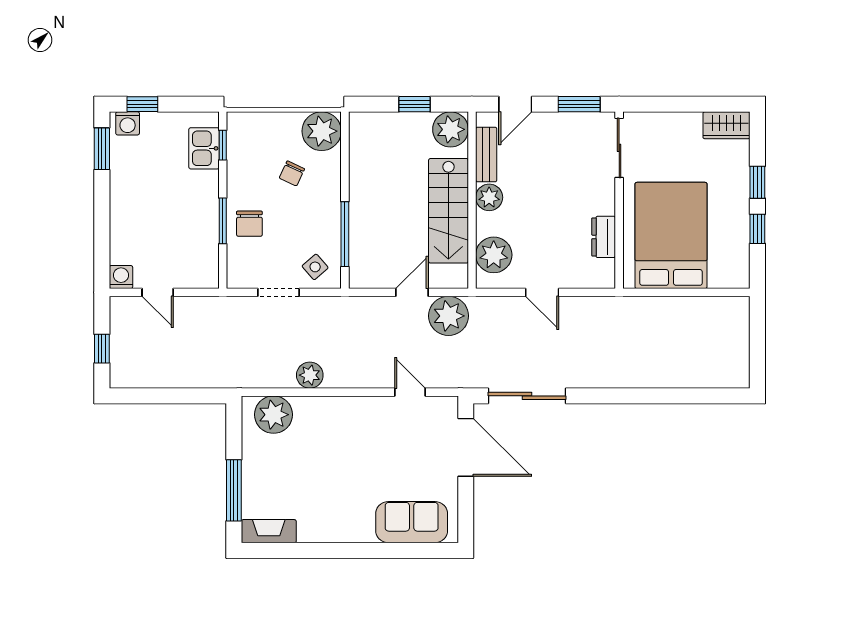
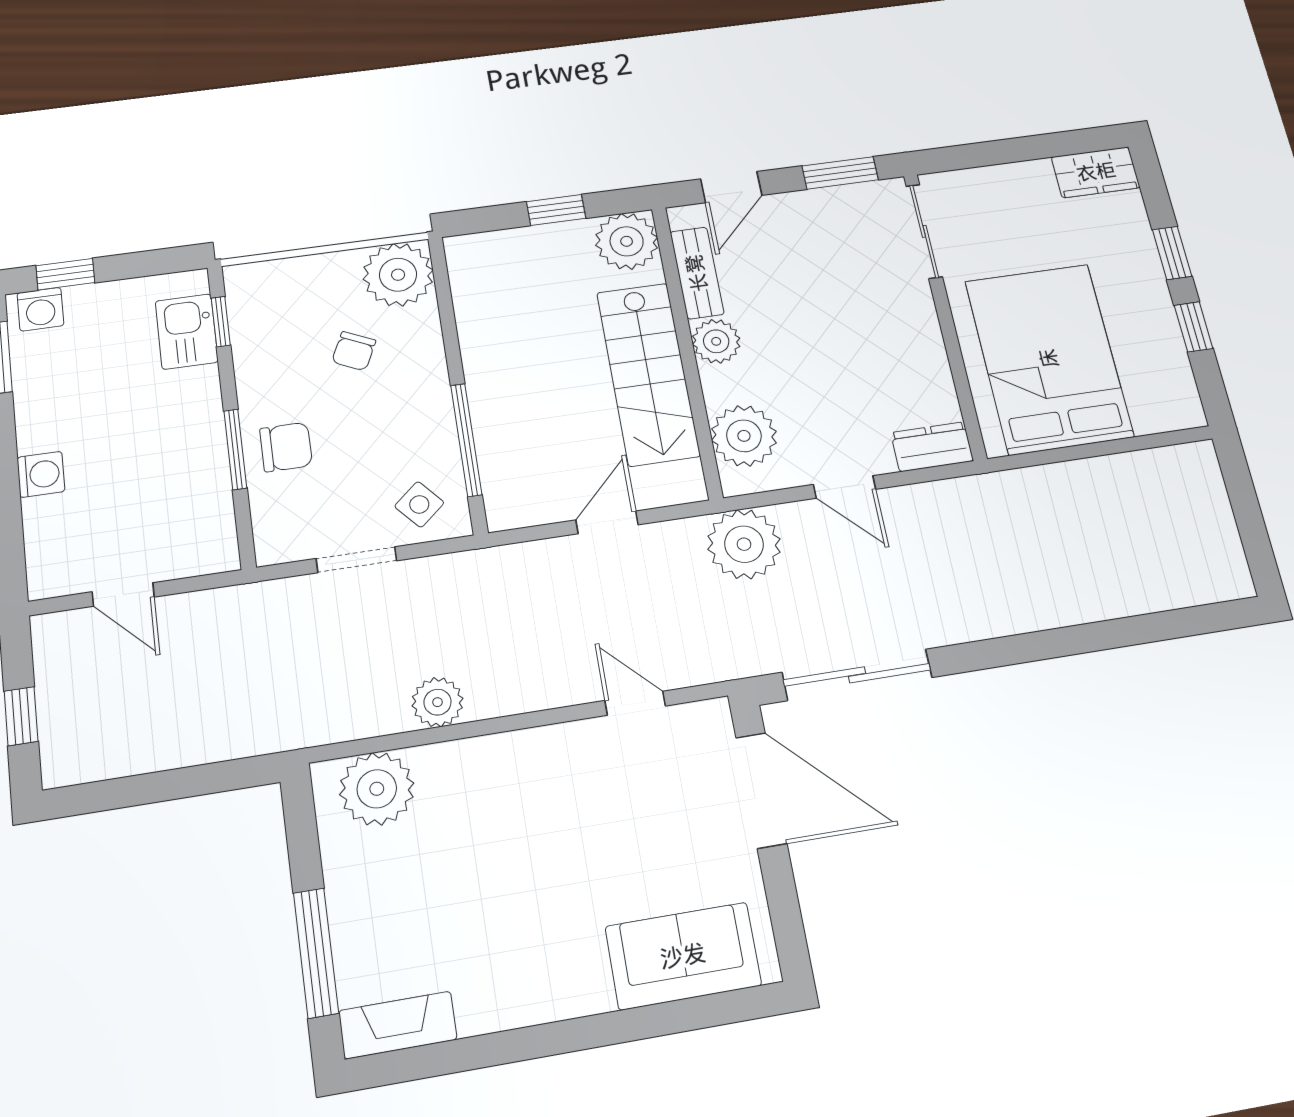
chair: (249, 224) -> (286, 447), turned -90
dresser: (604, 237) -> (932, 447), moved, turned 90
washing machine: (121, 277) -> (41, 474), moved, turned 90
plant: (449, 316) -> (744, 544), moved

